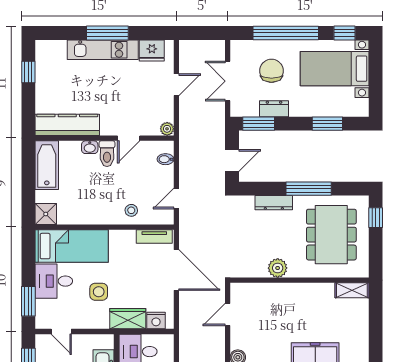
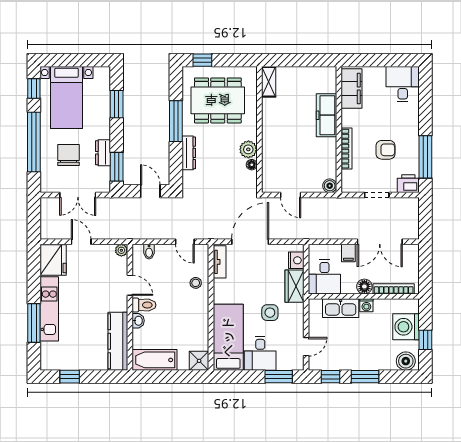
window: (107, 33) -> (34, 323), moved
fridge: (152, 50) -> (53, 260), width x1.36, depth x1.34
chair: (271, 71) -> (68, 155), turned 90
floor lamp: (261, 272) -> (252, 165), added

